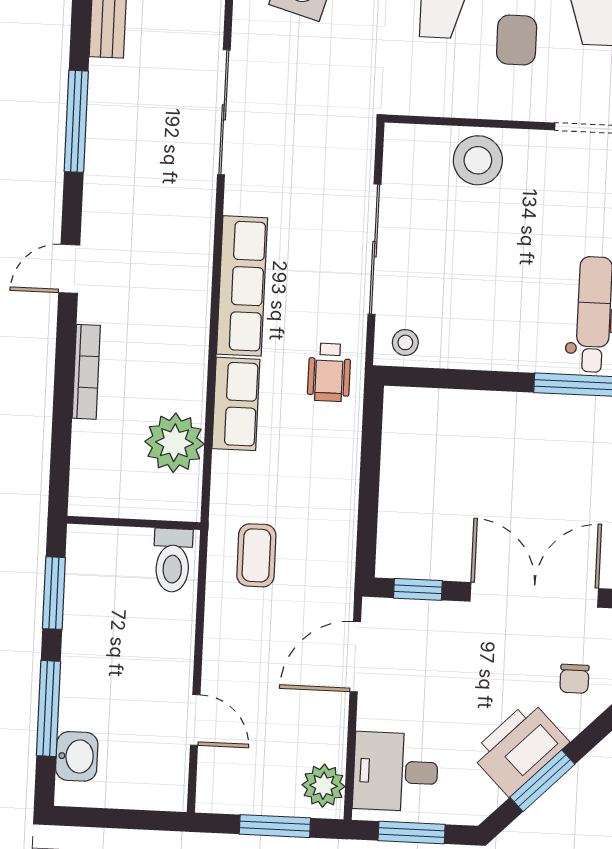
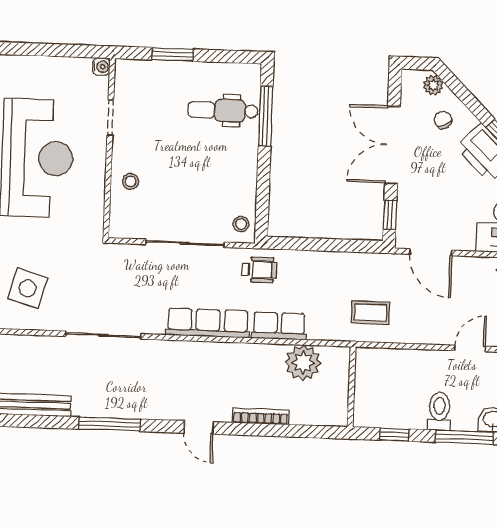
stool: (478, 160) -> (131, 181), width x0.53, depth x0.53
toilet: (173, 560) -> (439, 411), moved, turned -90
window: (54, 593) -> (394, 435), width x0.67
chair: (574, 679) -> (443, 120), turned -117

